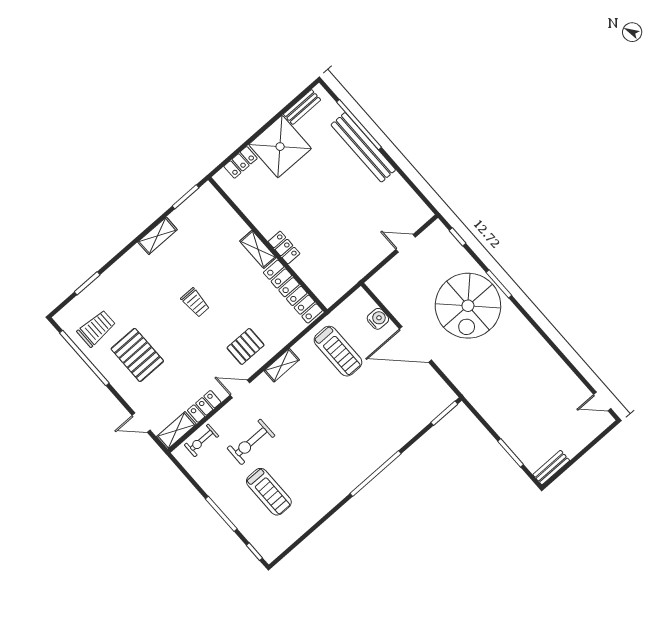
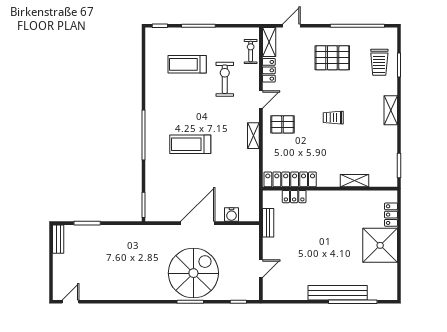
bench: (302, 107) -> (268, 223), moved
shelving: (157, 236) -> (391, 110), moved
locker: (284, 248) -> (294, 197), moved
shelving: (258, 249) -> (355, 181), moved
spiral stairs: (468, 306) -> (193, 273), turned 90
trolley: (96, 328) -> (379, 62), moved
pallet: (246, 346) -> (283, 124), turned 90
treadmill: (338, 351) -> (190, 144), moved

